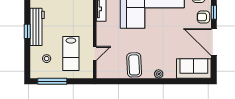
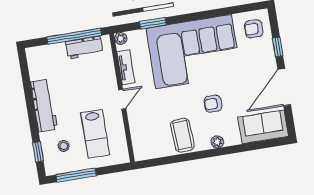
armchair: (203, 17) -> (213, 104), moved
window: (27, 31) -> (38, 152), moved
door: (214, 42) -> (284, 87), hinge flipped
door: (95, 53) -> (122, 99), moved

